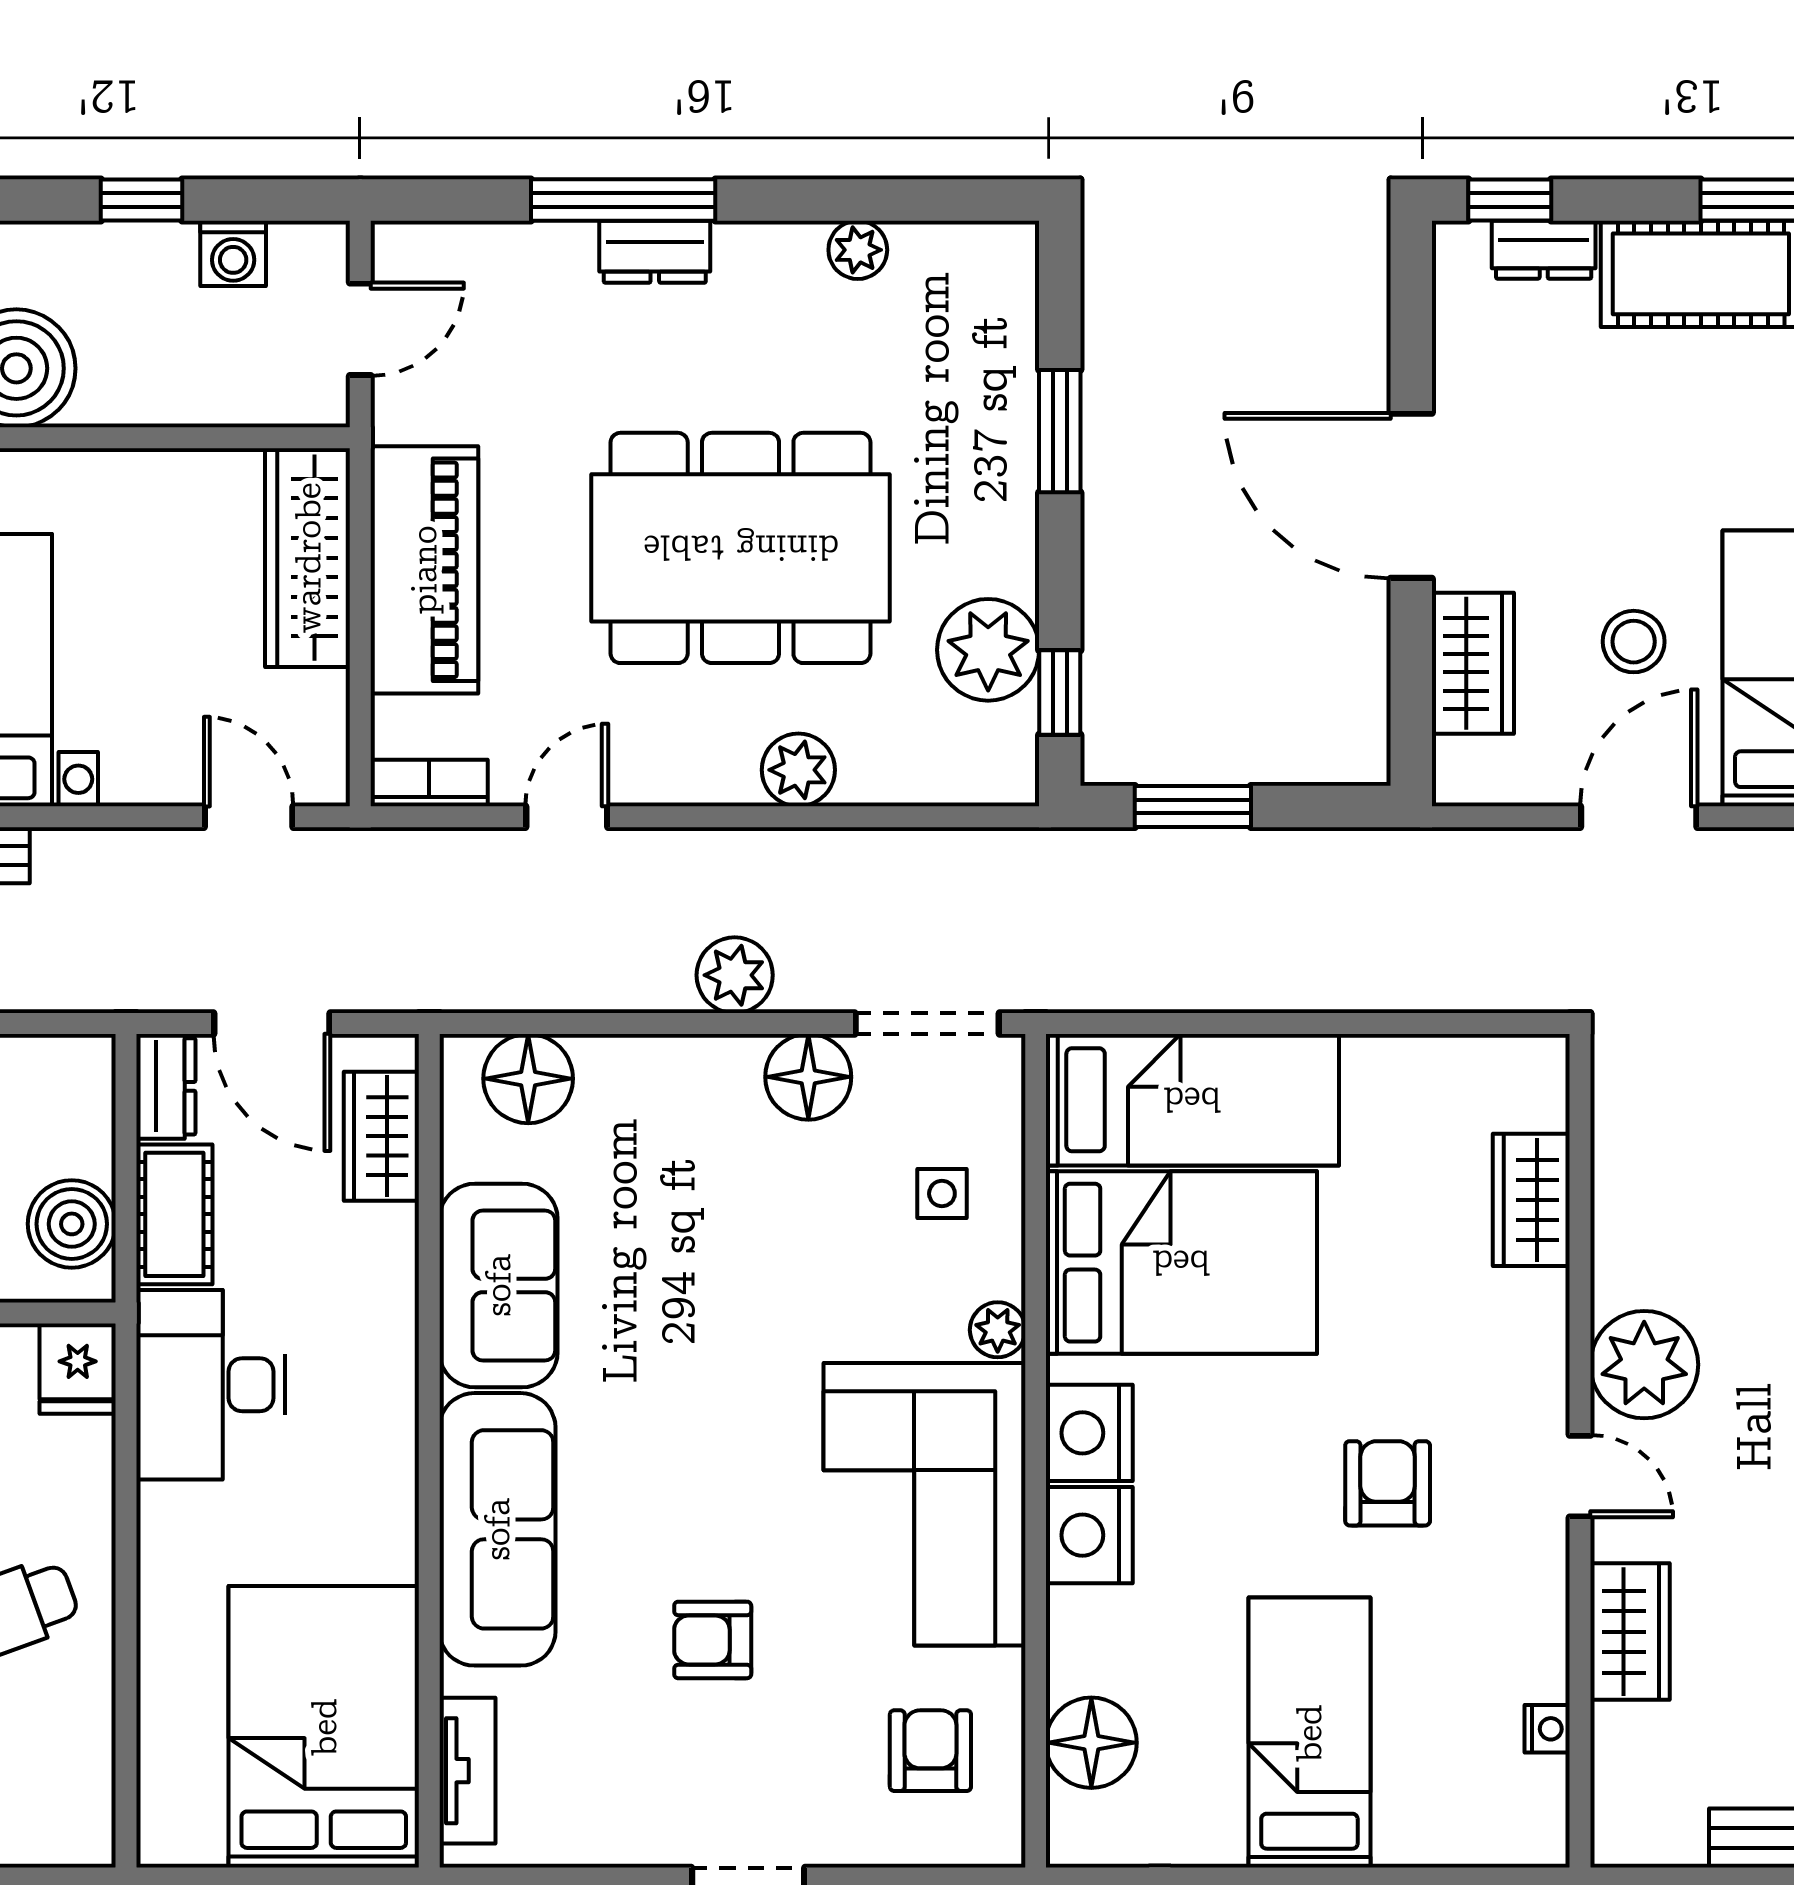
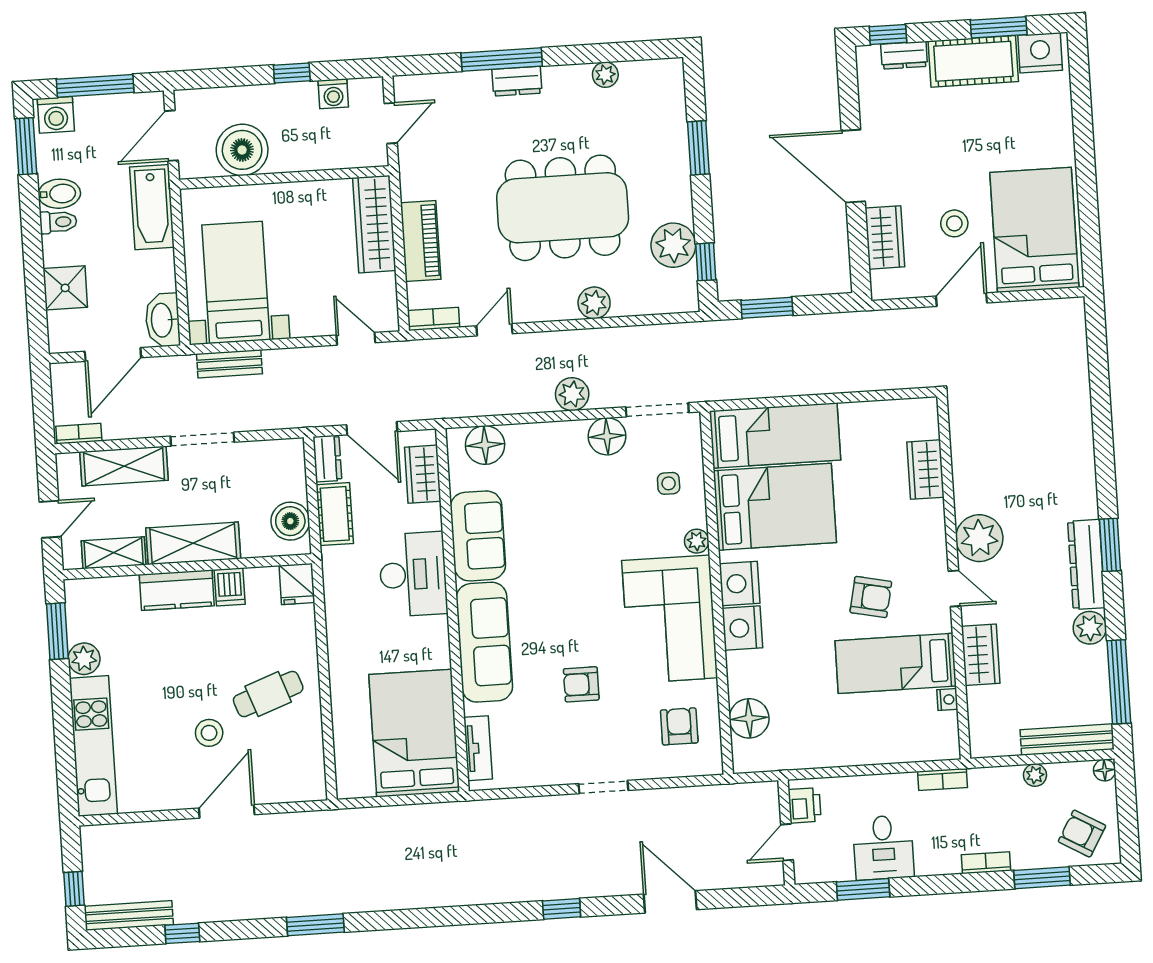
piano: (424, 570) -> (421, 241), width x0.73, depth x0.75
desk: (211, 1385) -> (413, 574), moved, turned 180
armchair: (1388, 1483) -> (871, 597), turned 102
bed: (1309, 1733) -> (896, 663), moved, turned -90

